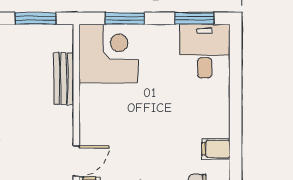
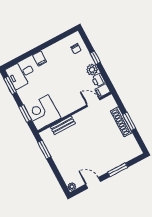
filing cabinet: (216, 149) -> (40, 59), moved

